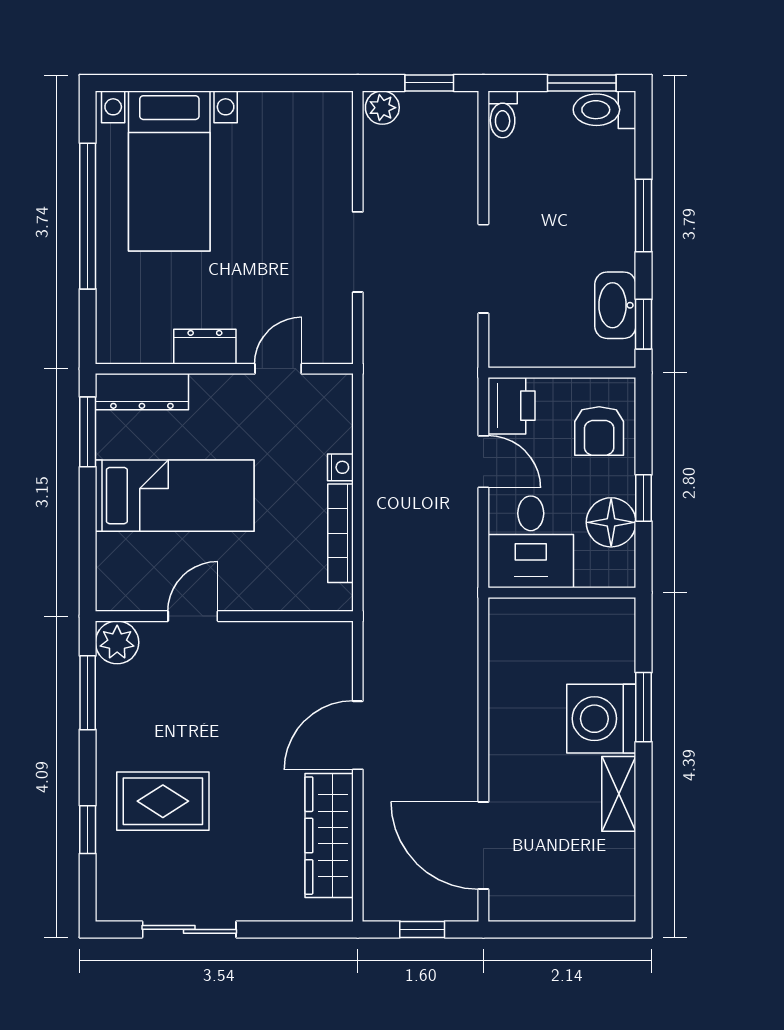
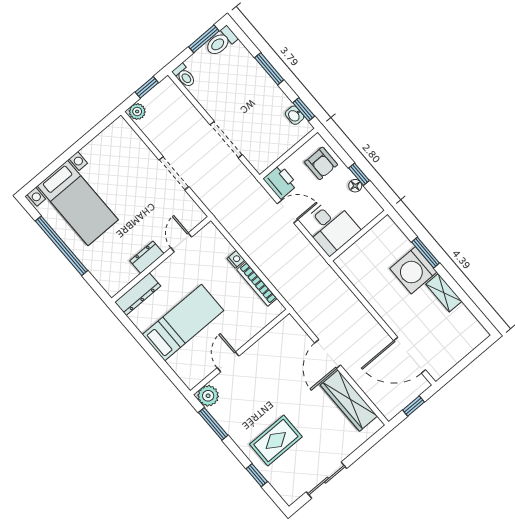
washbasin: (615, 305) -> (295, 115), width x0.52, depth x0.69
window: (88, 432) -> (130, 326), removed
floor lamp: (611, 522) -> (355, 186), width x0.53, depth x0.53

